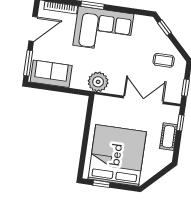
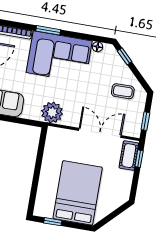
floor lamp: (139, 19) -> (97, 47), added
cot: (168, 137) -> (129, 156), moved
bed: (117, 155) -> (78, 193), width x0.73

